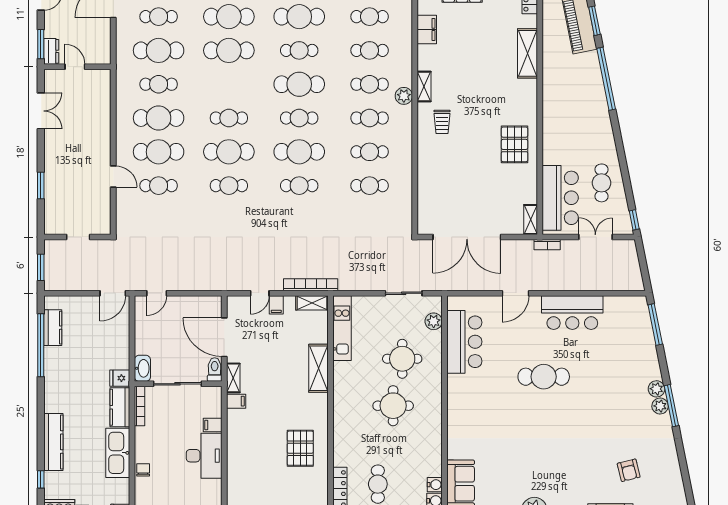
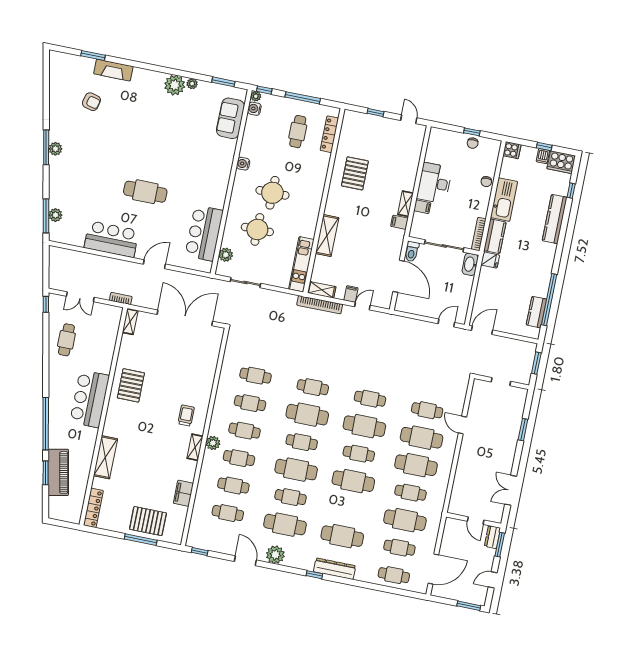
cafe table: (229, 50) -> (353, 481), moved
bar counter: (560, 198) -> (90, 399), moved
shelving: (233, 378) -> (406, 204), moved
plant: (657, 389) -> (55, 215), moved
armchair: (629, 470) -> (91, 102), turned 118
water cooler: (435, 485) -> (243, 164), moved

